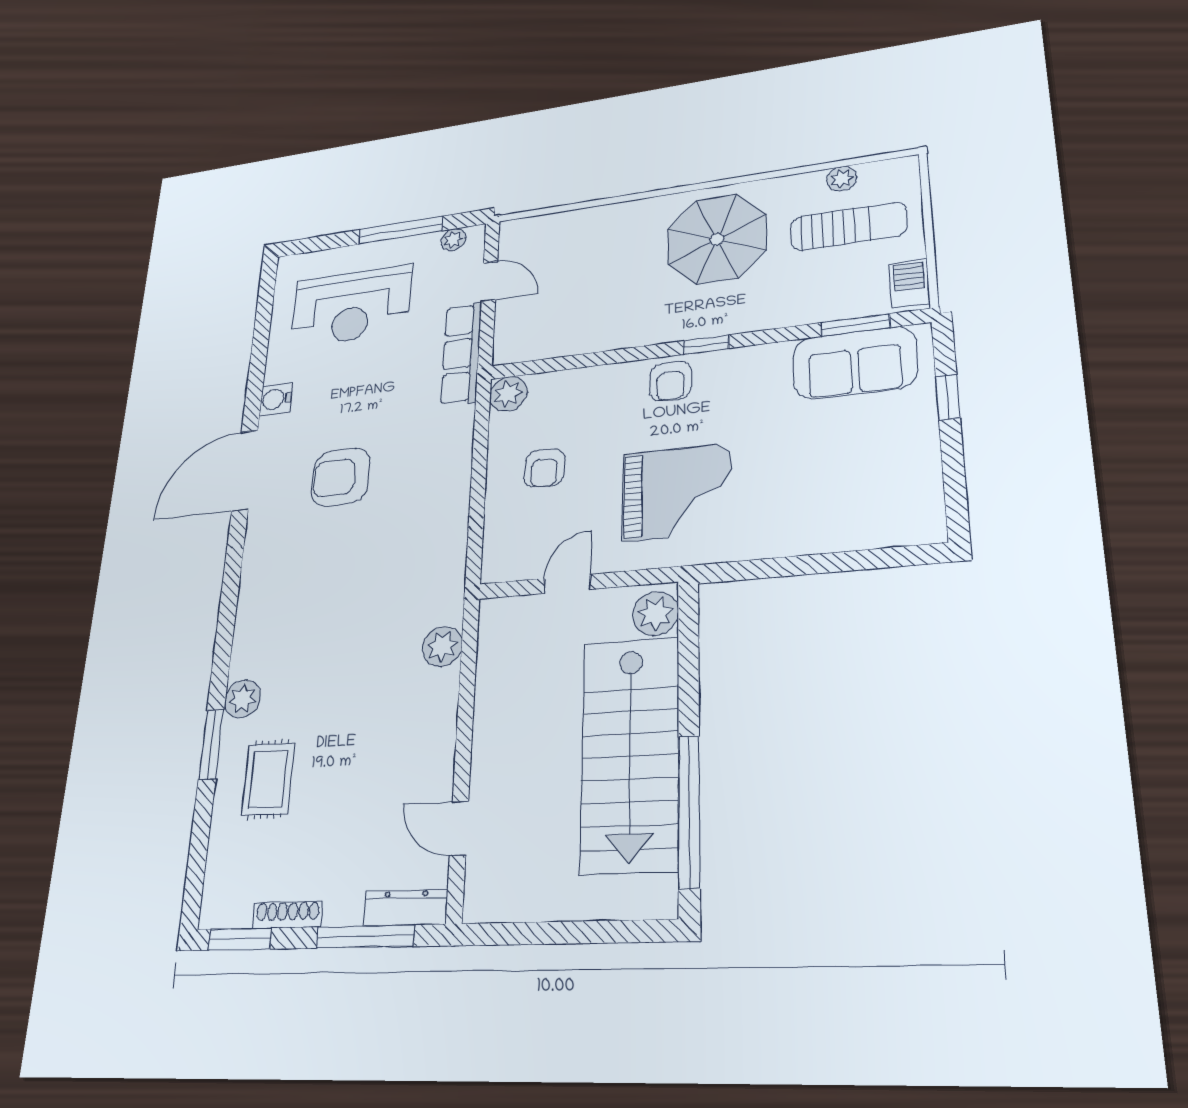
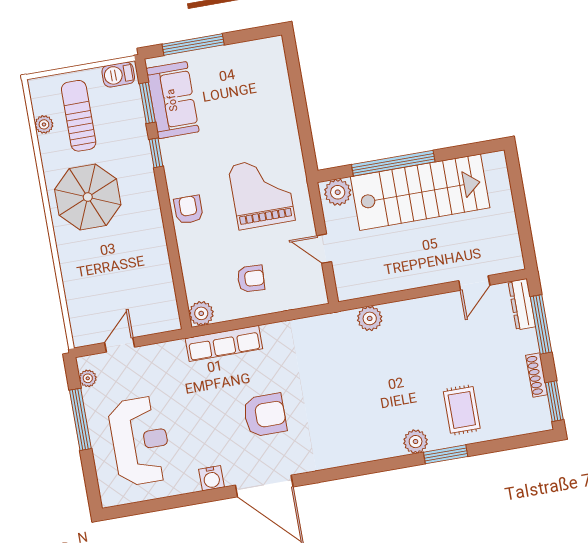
window: (706, 345) -> (156, 153), moved
row of seats: (461, 353) -> (224, 343), moved
armchair: (670, 381) -> (188, 210), turned -90
window: (948, 397) -> (193, 44), width x2.17
armchair: (341, 477) -> (265, 415), turned -90
rug: (268, 779) -> (462, 410), turned 90
window: (689, 811) -> (393, 163), moved

